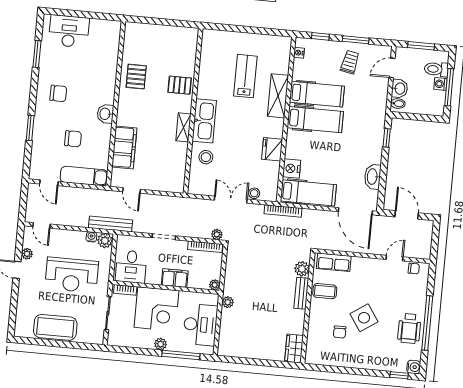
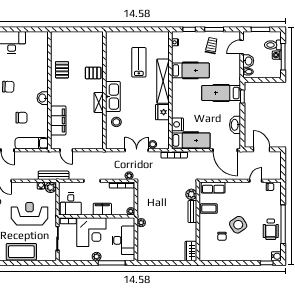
shelving: (278, 96) -> (163, 81), width x1.47
hospital bed: (315, 120) -> (221, 93), moved, turned 180
reception desk: (72, 275) -> (29, 214), turned 180

